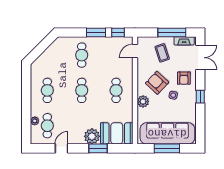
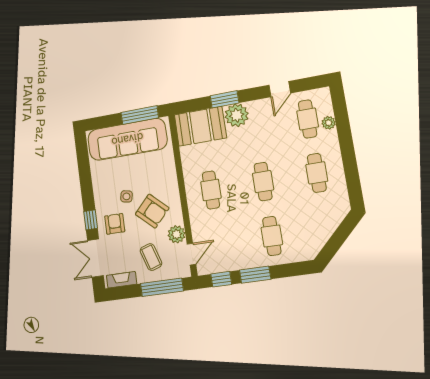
window: (172, 32) -> (162, 287), moved
window: (200, 97) -> (91, 220), moved
plant: (143, 102) -> (176, 234), moved
window: (167, 148) -> (140, 115), moved

